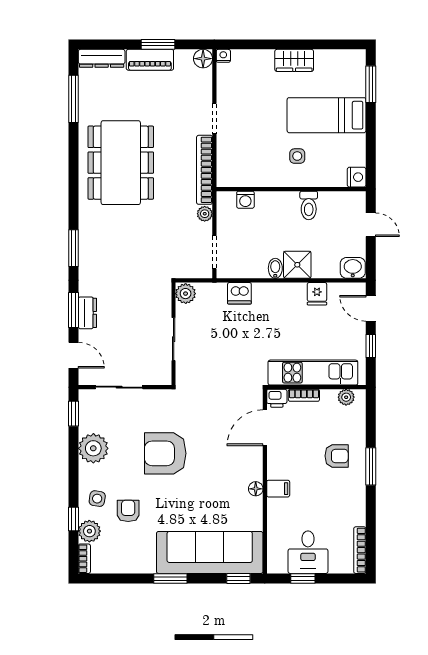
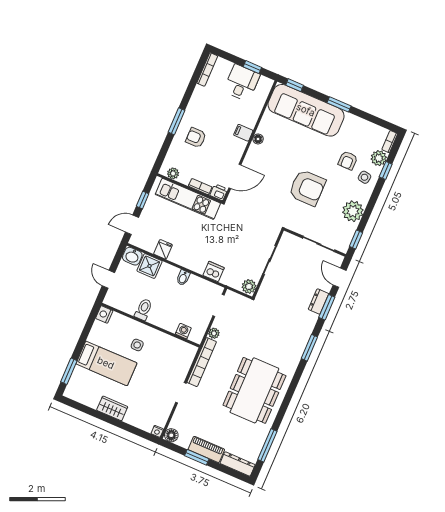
shower: (297, 265) -> (149, 266), moved
door: (371, 308) -> (132, 225), swing flipped

